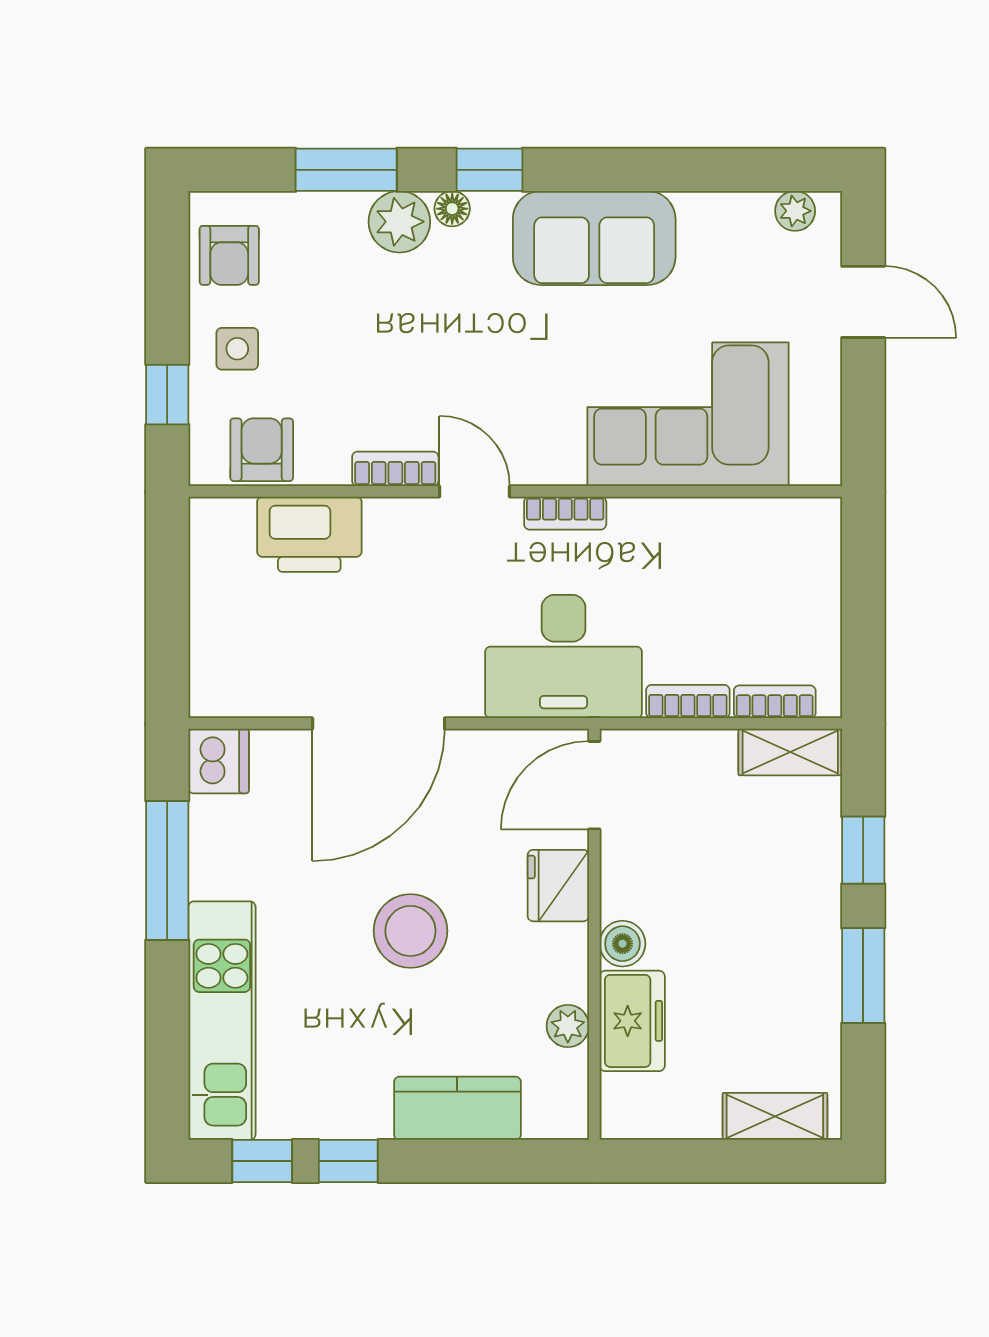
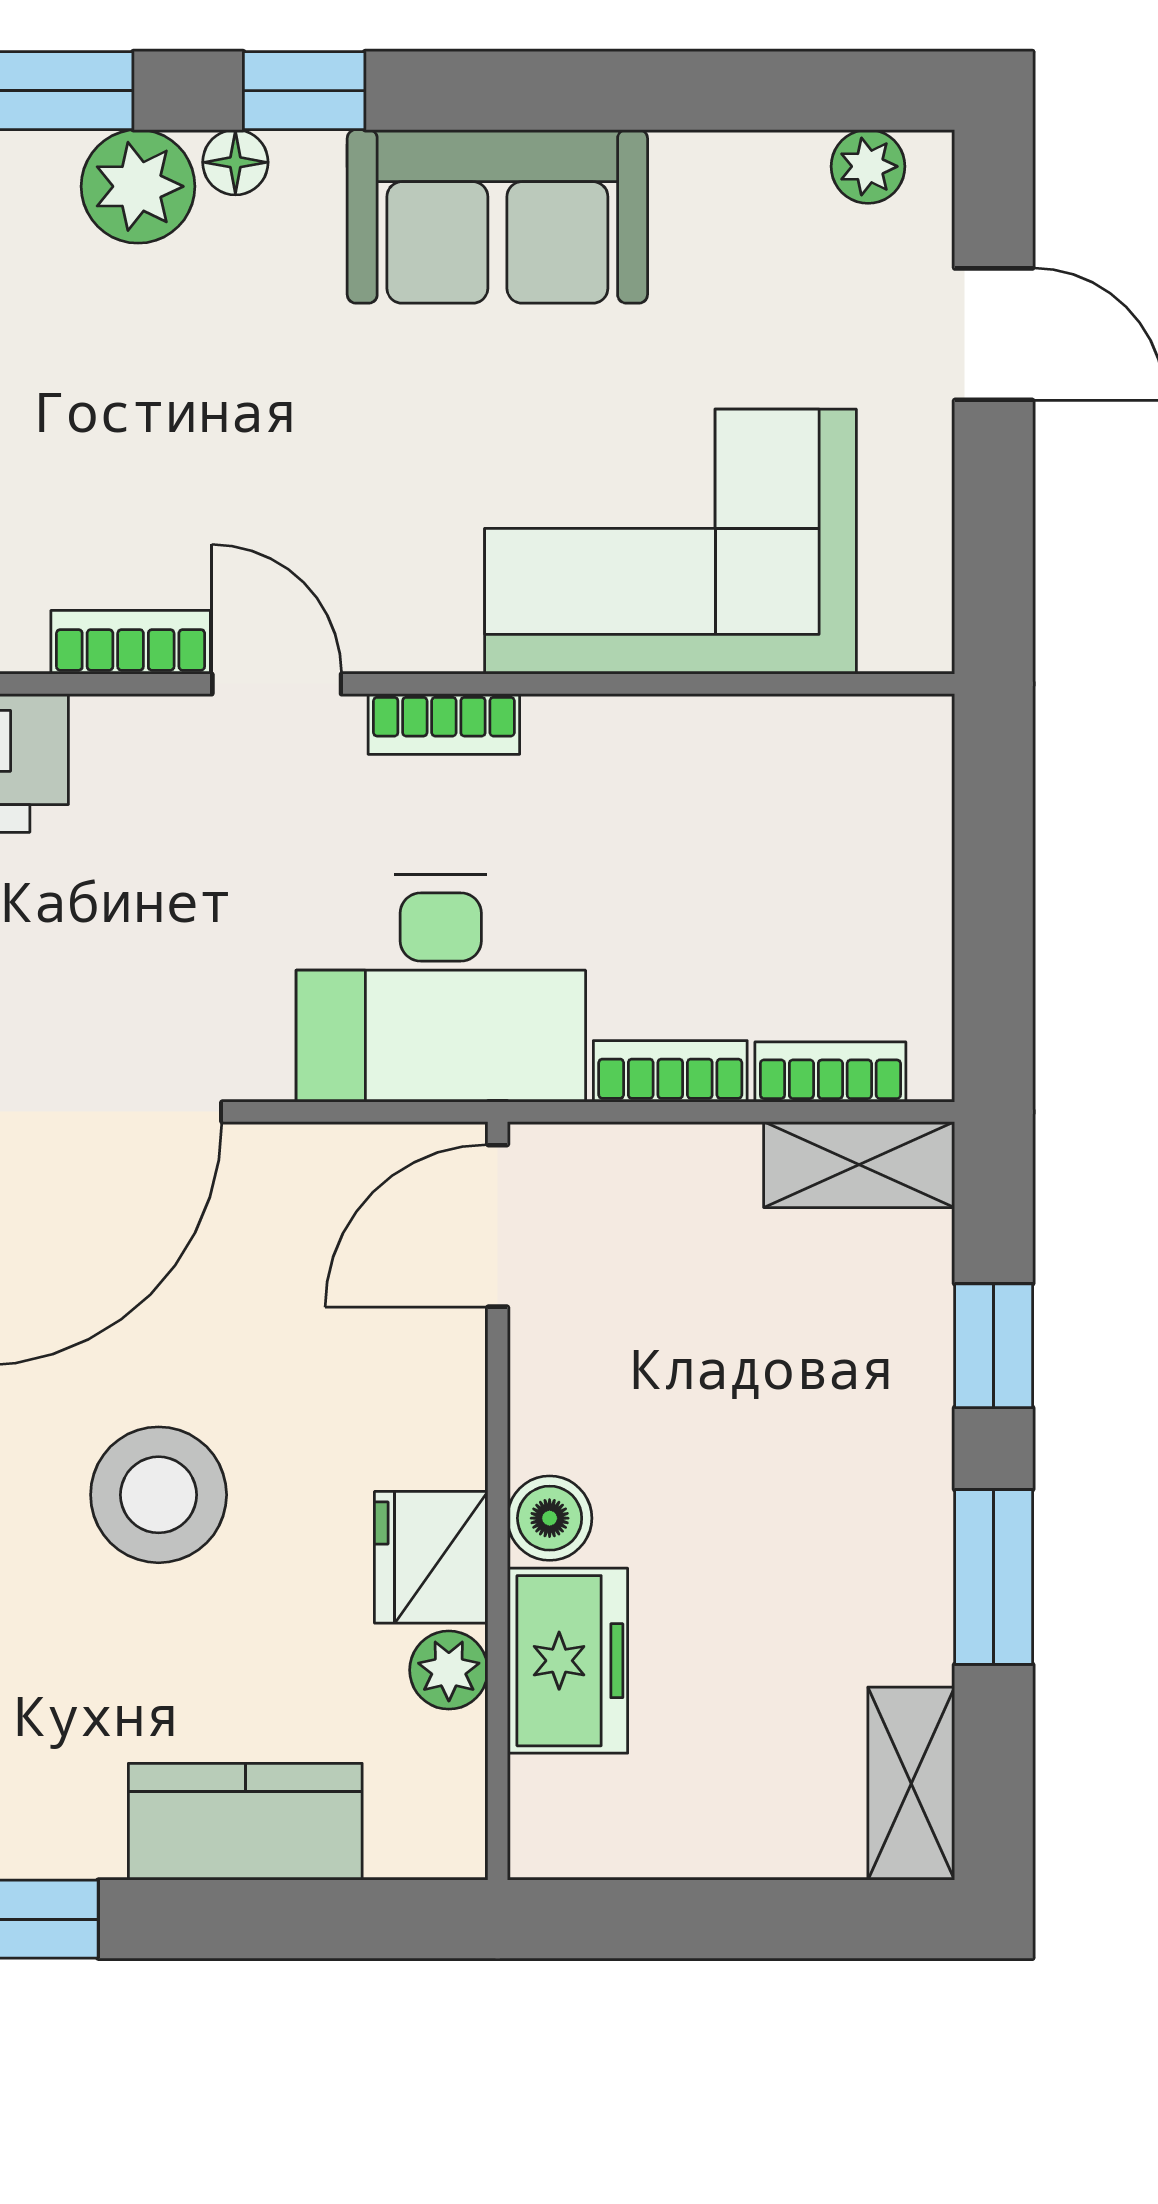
fridge: (558, 886) -> (431, 1557), moved
shelving: (775, 1116) -> (911, 1784), moved, turned 90

